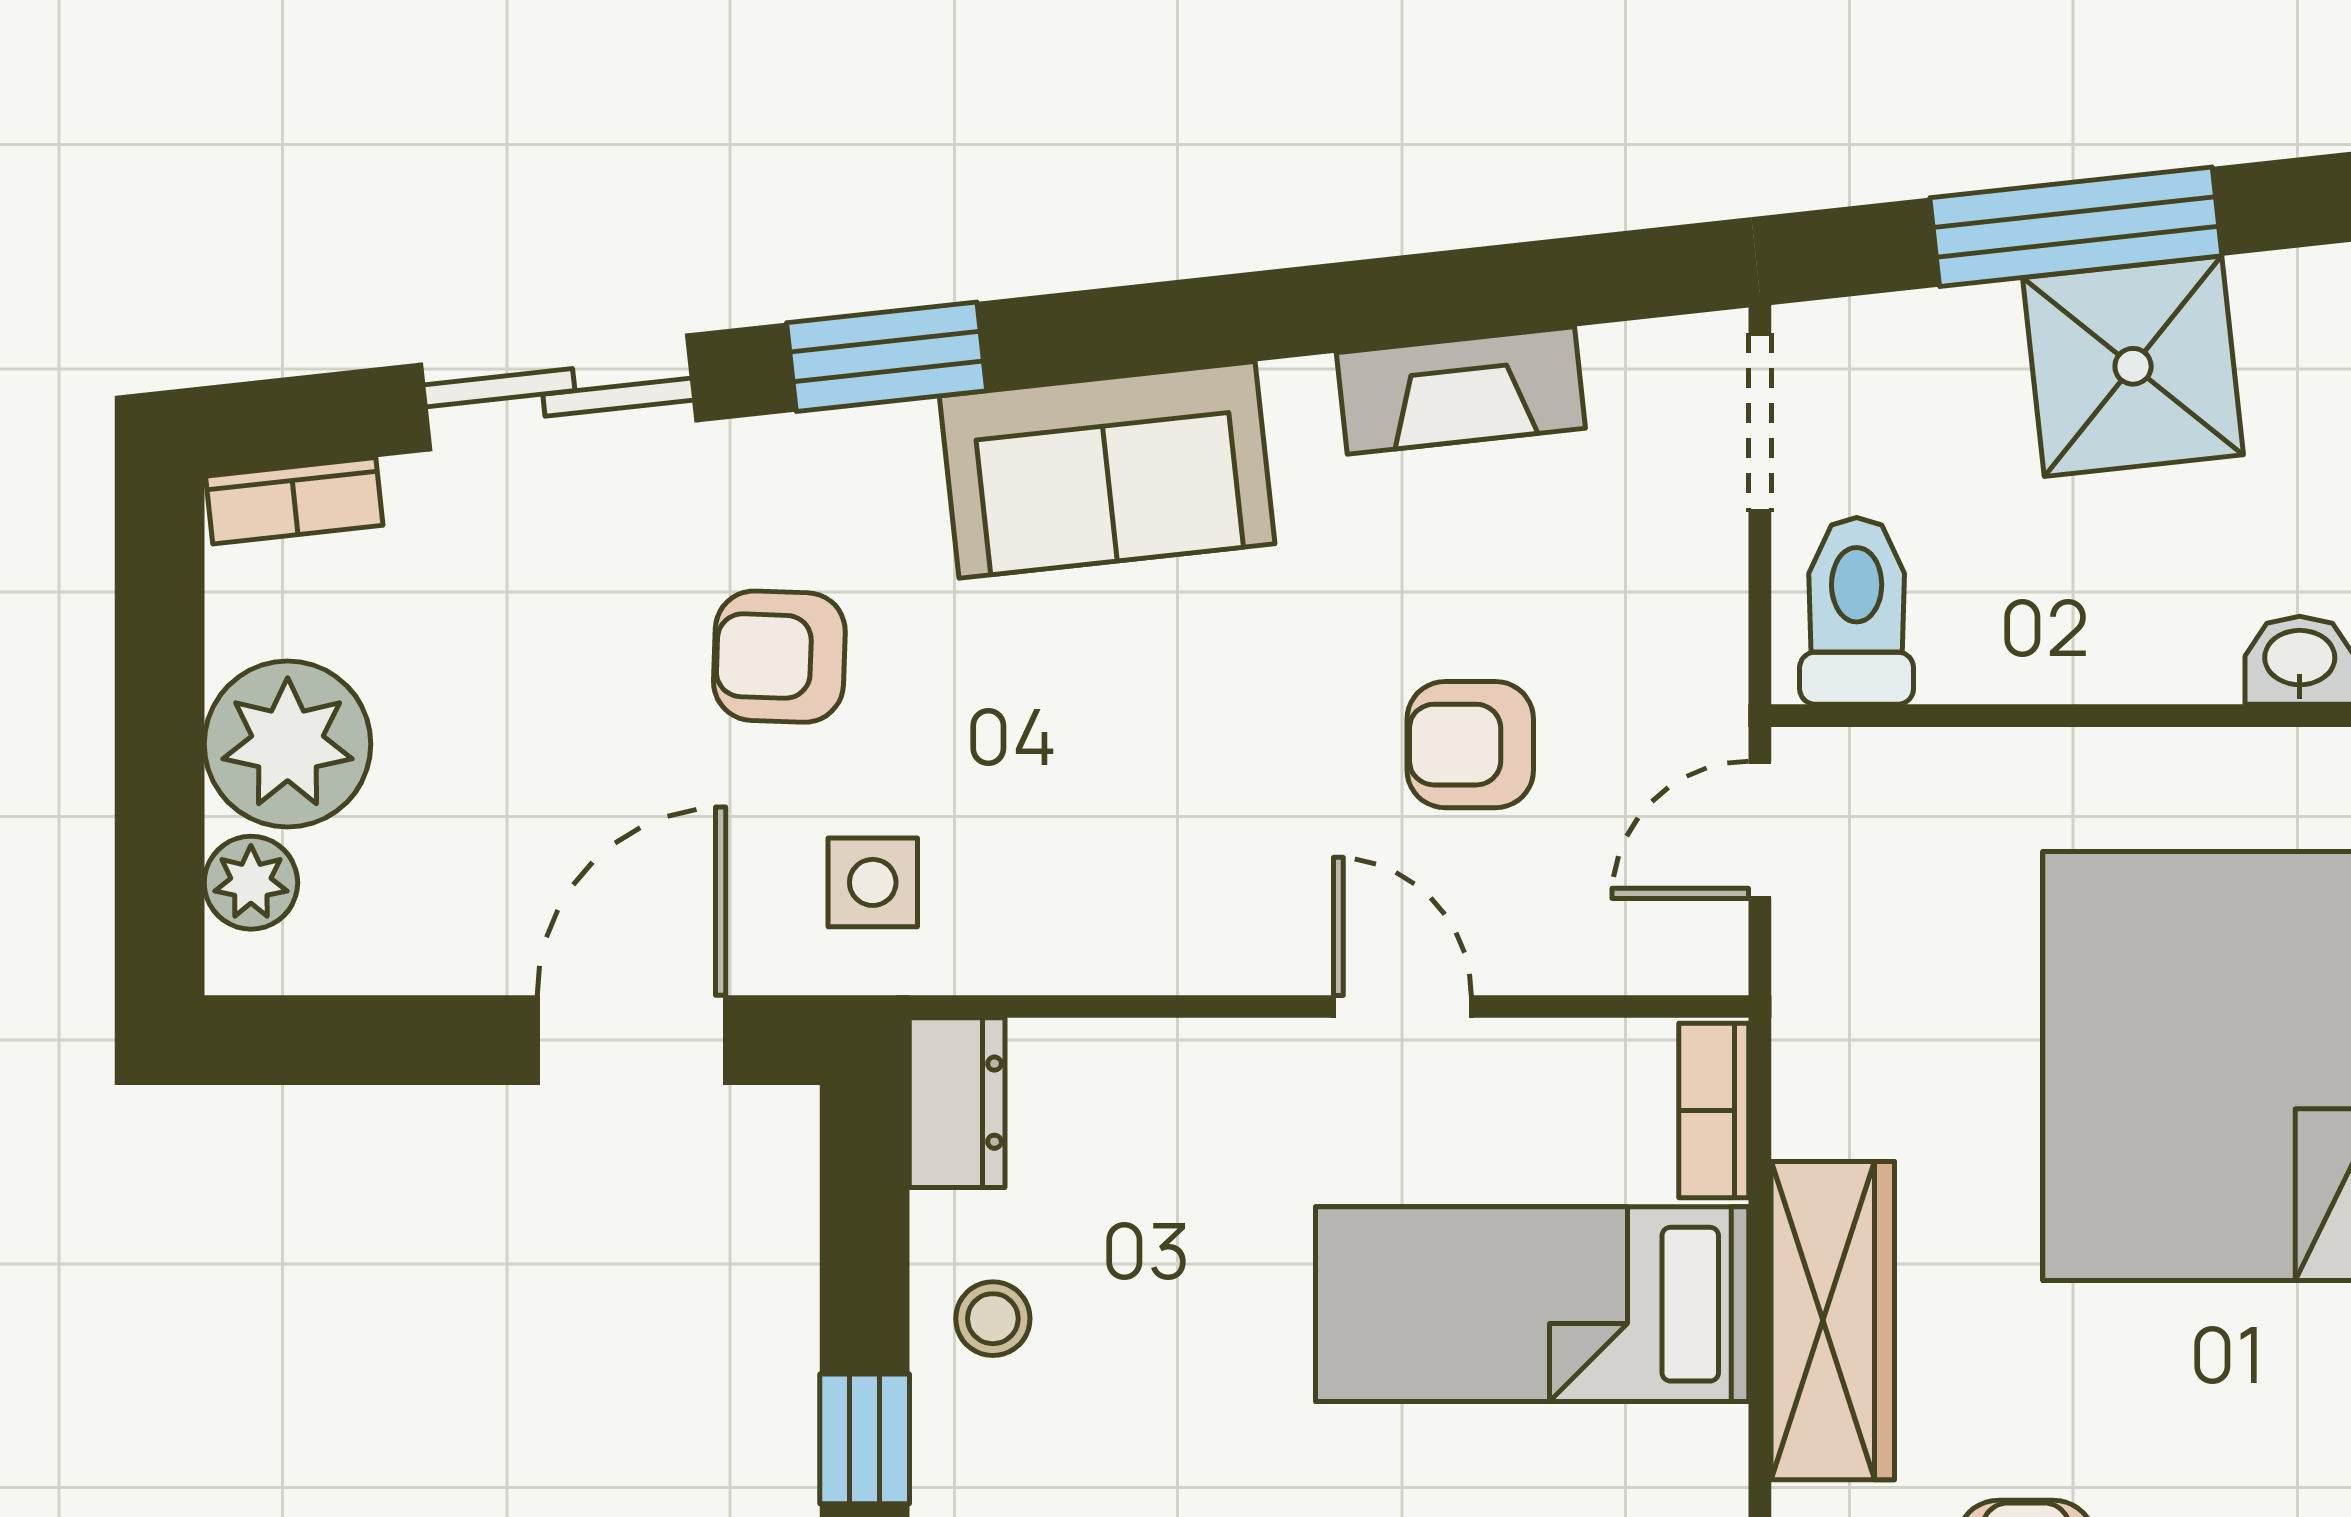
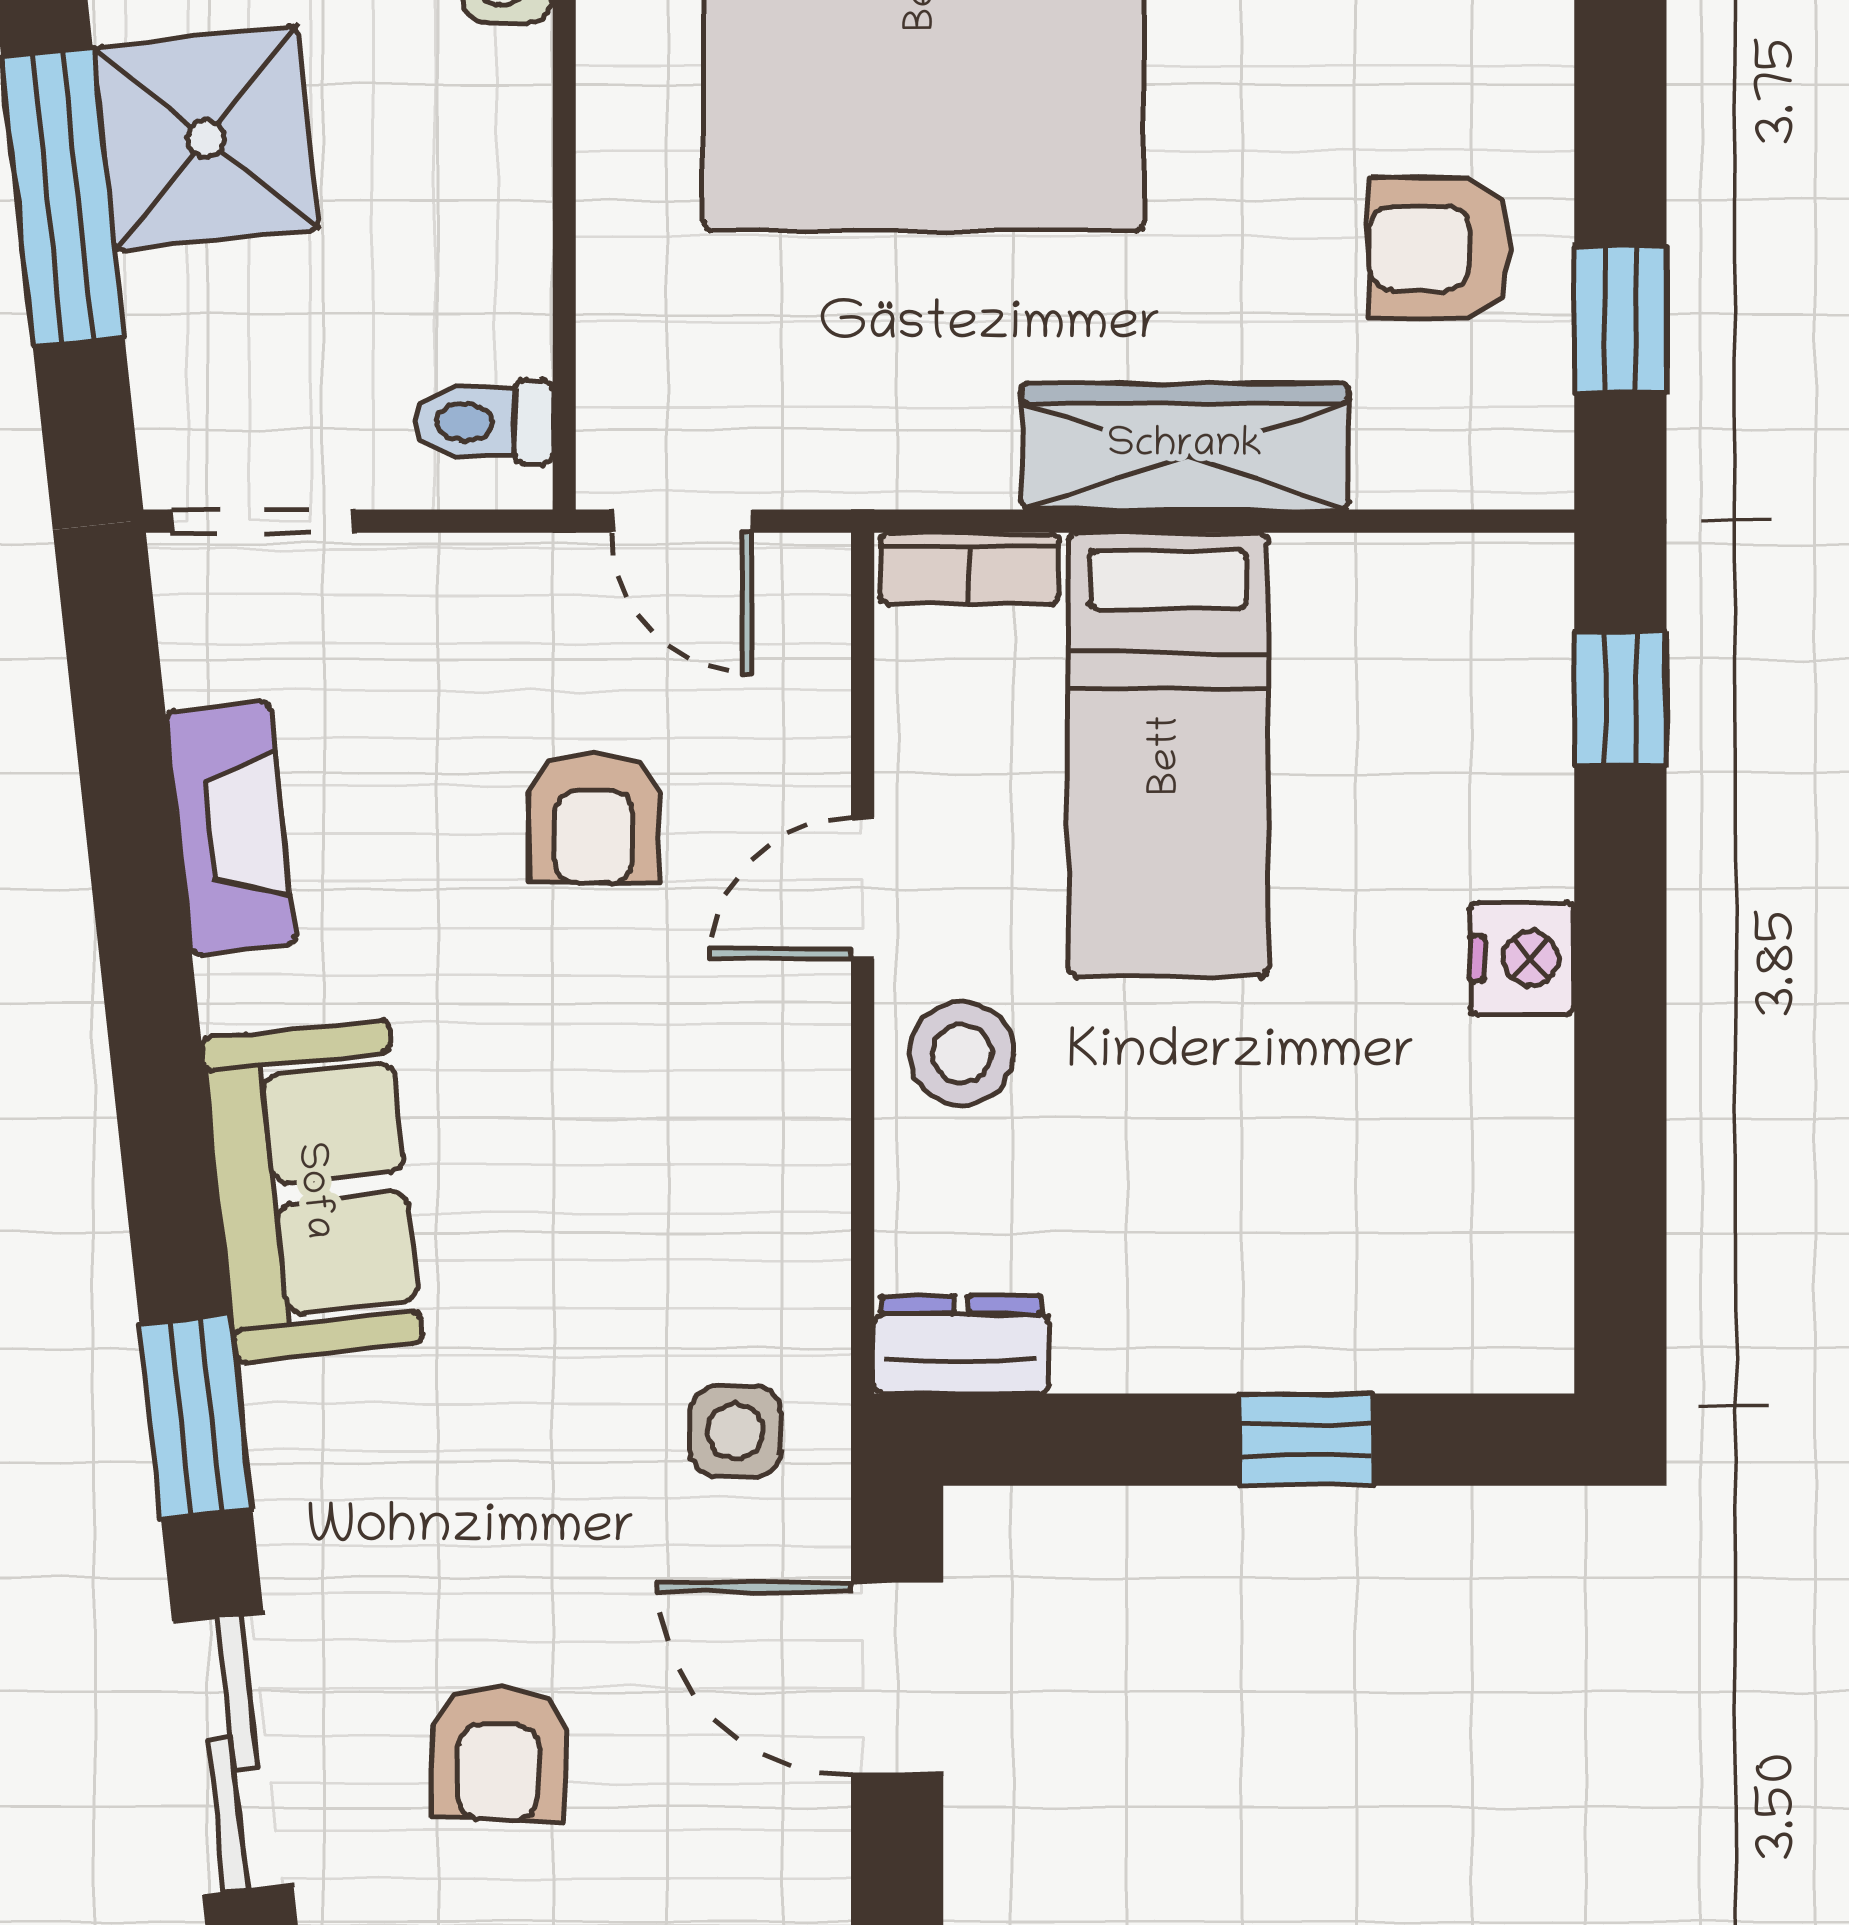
toilet: (1857, 611) -> (484, 422), width x0.73, depth x0.72
armchair: (779, 657) -> (499, 1753), moved
stool: (993, 1319) -> (962, 1053), moved, width x1.37, depth x1.37

